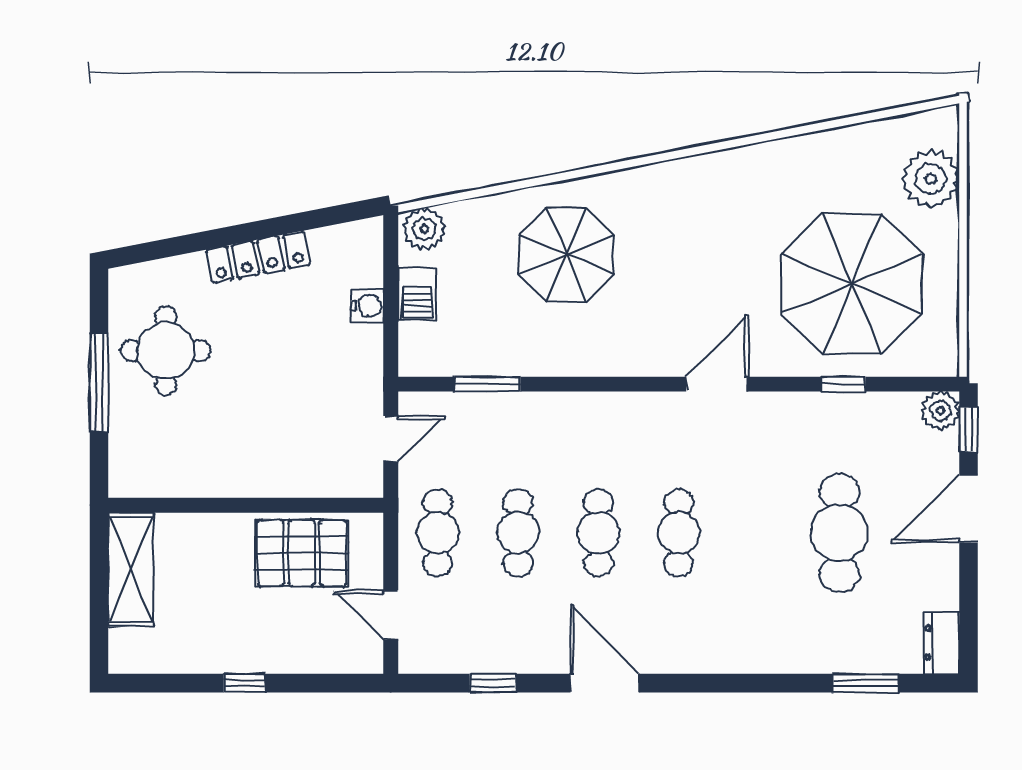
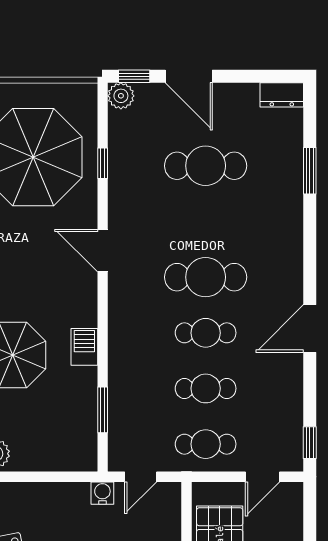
barbecue: (417, 295) -> (84, 347), moved, turned -90
water cooler: (367, 306) -> (102, 493), moved
door: (391, 439) -> (141, 477), swing flipped
cafe table: (679, 533) -> (206, 277), width x1.37, depth x1.35
window: (493, 683) -> (310, 443), moved
window: (865, 683) -> (310, 171), moved

